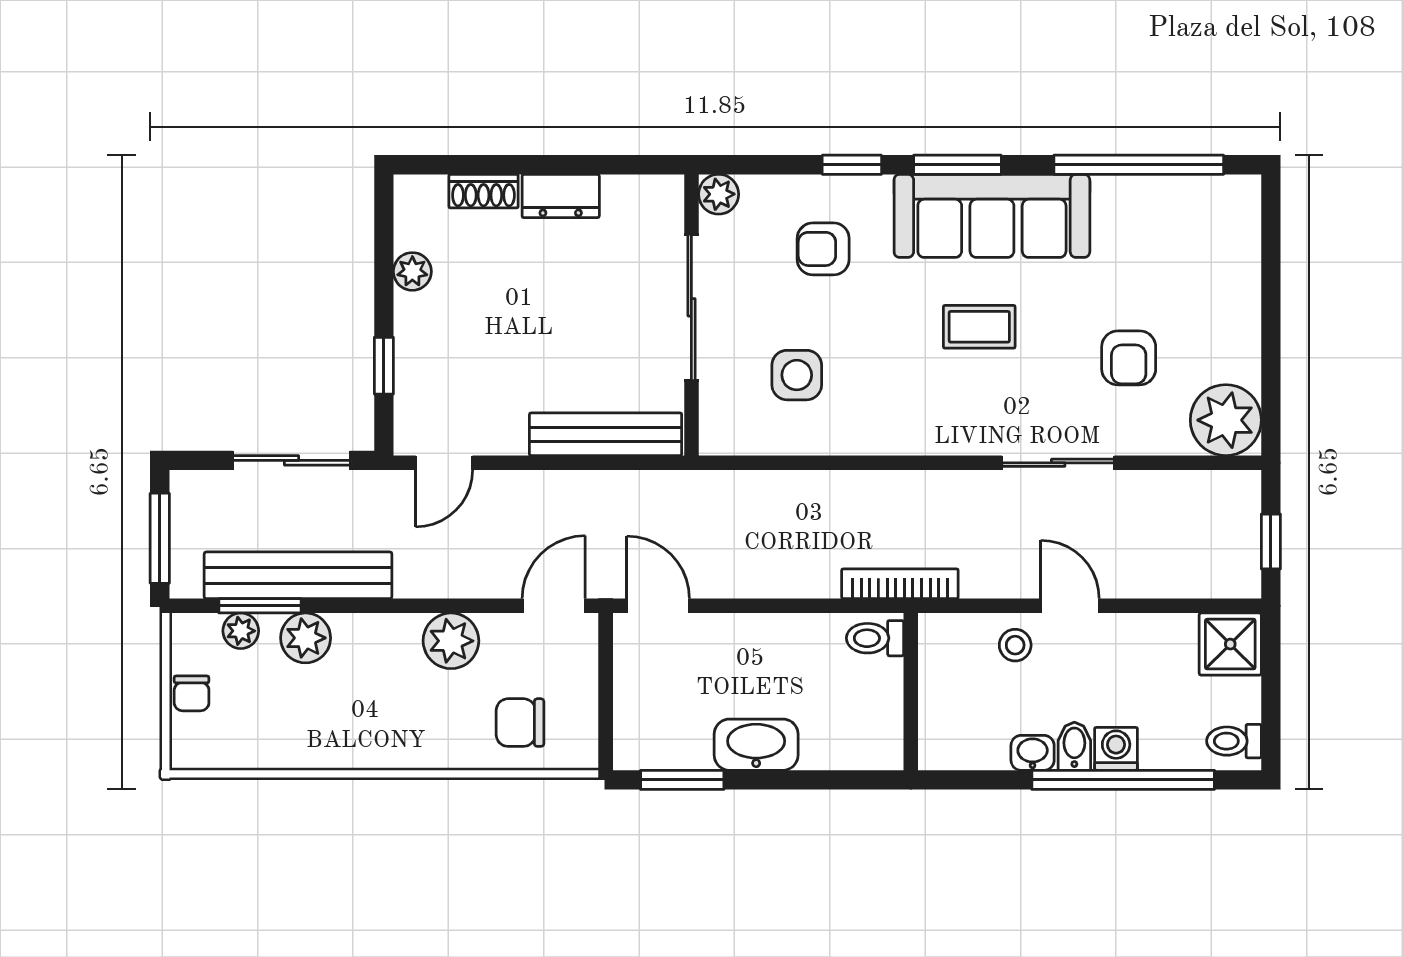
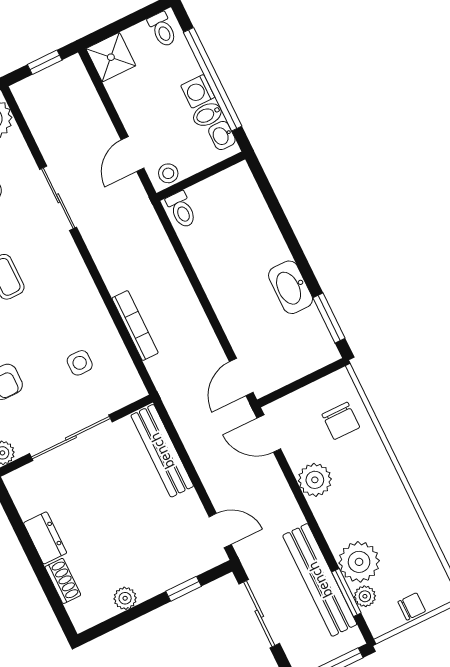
side table: (797, 375) -> (80, 363), width x0.73, depth x0.73
bookcase: (900, 584) -> (135, 326), moved, turned 180
plant: (306, 638) -> (359, 562), width x1.36, depth x1.36
toilet: (875, 638) -> (181, 210), moved
wall: (911, 692) -> (201, 176), moved

